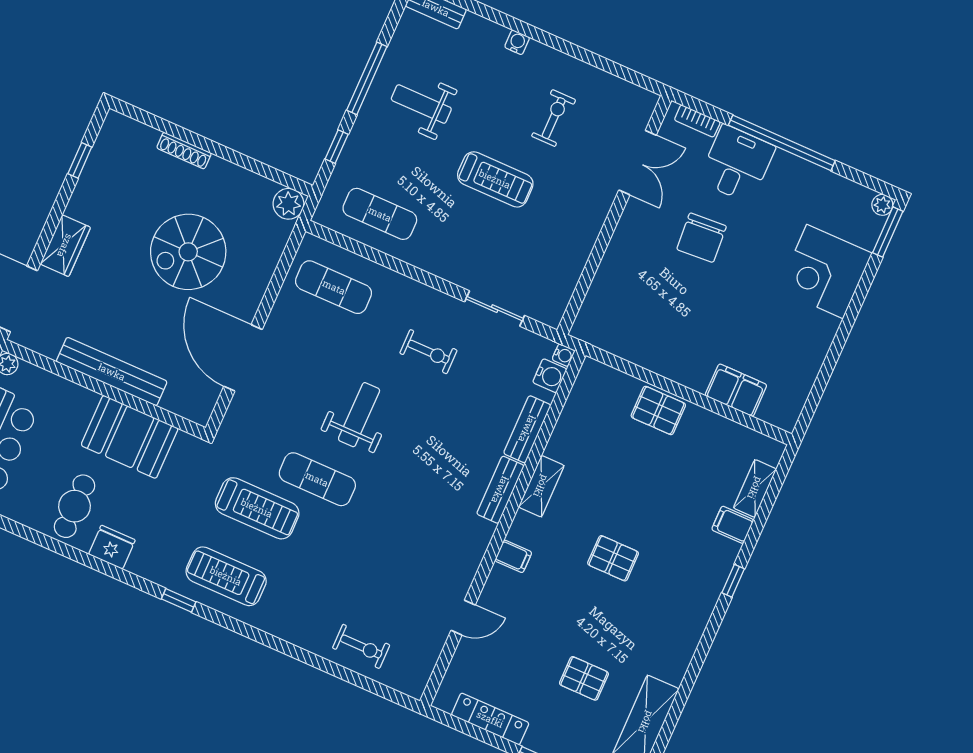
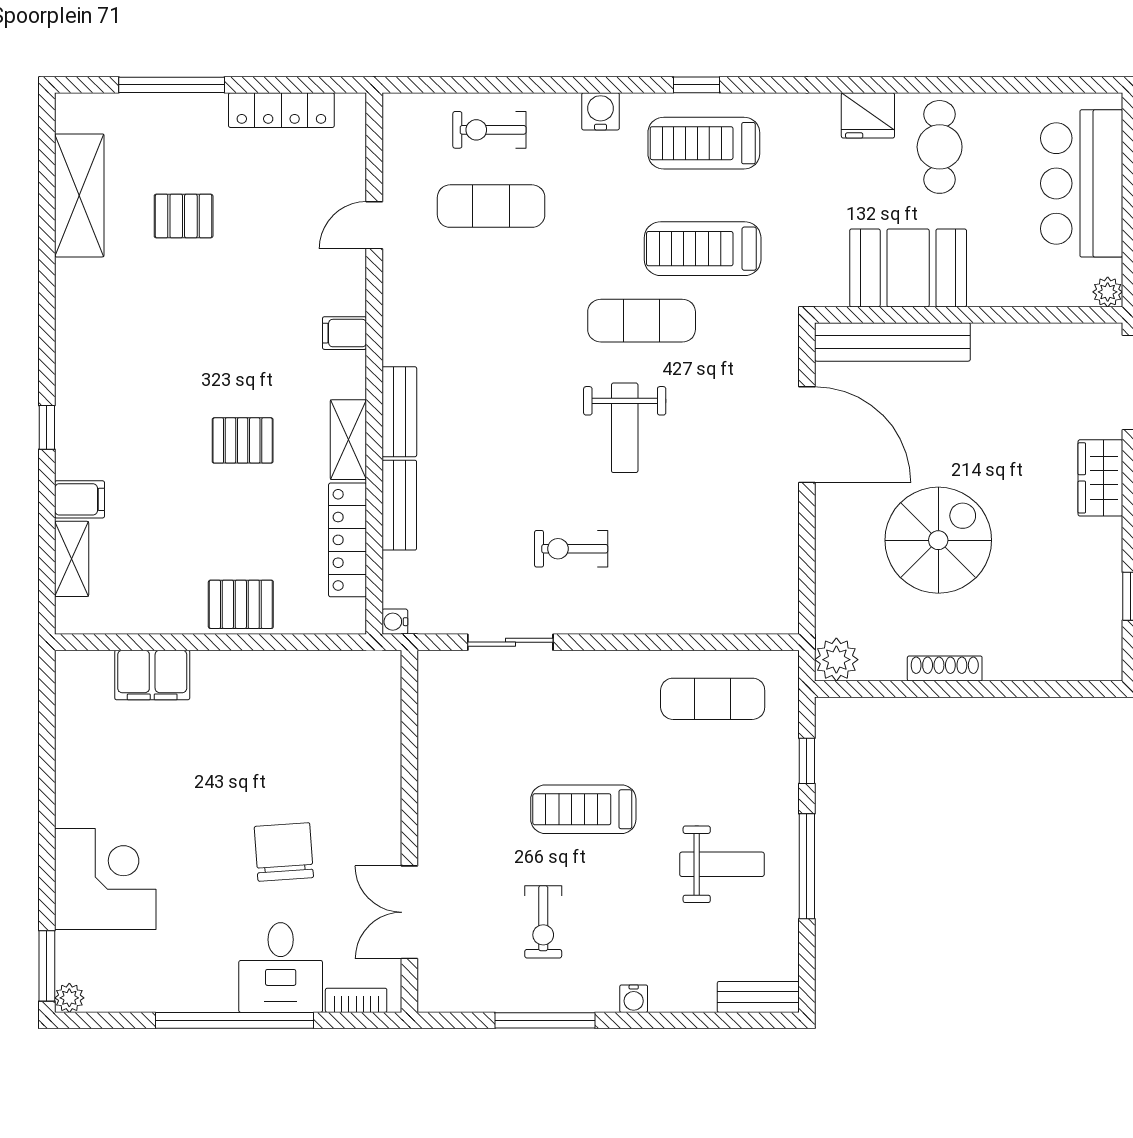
window: (581, 54) -> (545, 1020), added
shoe rack: (184, 151) -> (945, 669), moved
exercise mat: (334, 287) -> (491, 206), moved
bench: (112, 372) -> (892, 342), moved
water cooler: (550, 376) -> (601, 111), moved, turned 90
locker: (571, 422) -> (348, 540), added
pallet: (613, 558) -> (243, 440), moved
treadmill: (226, 576) -> (704, 143), turned 180
window: (179, 600) -> (696, 85), moved

